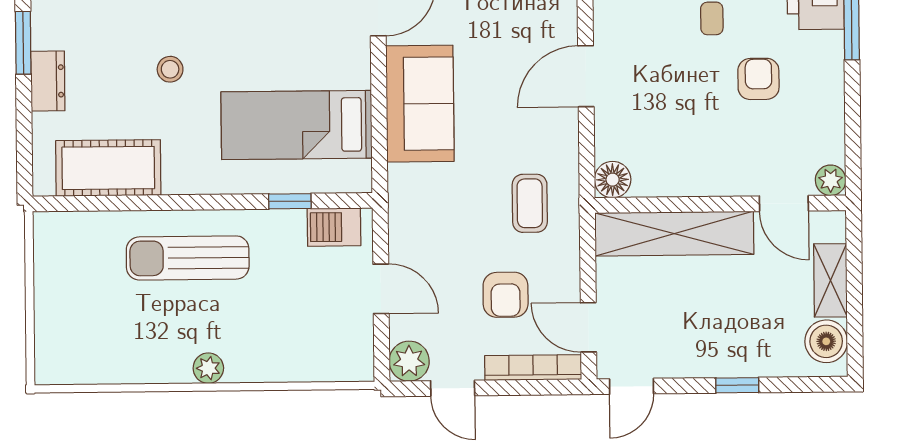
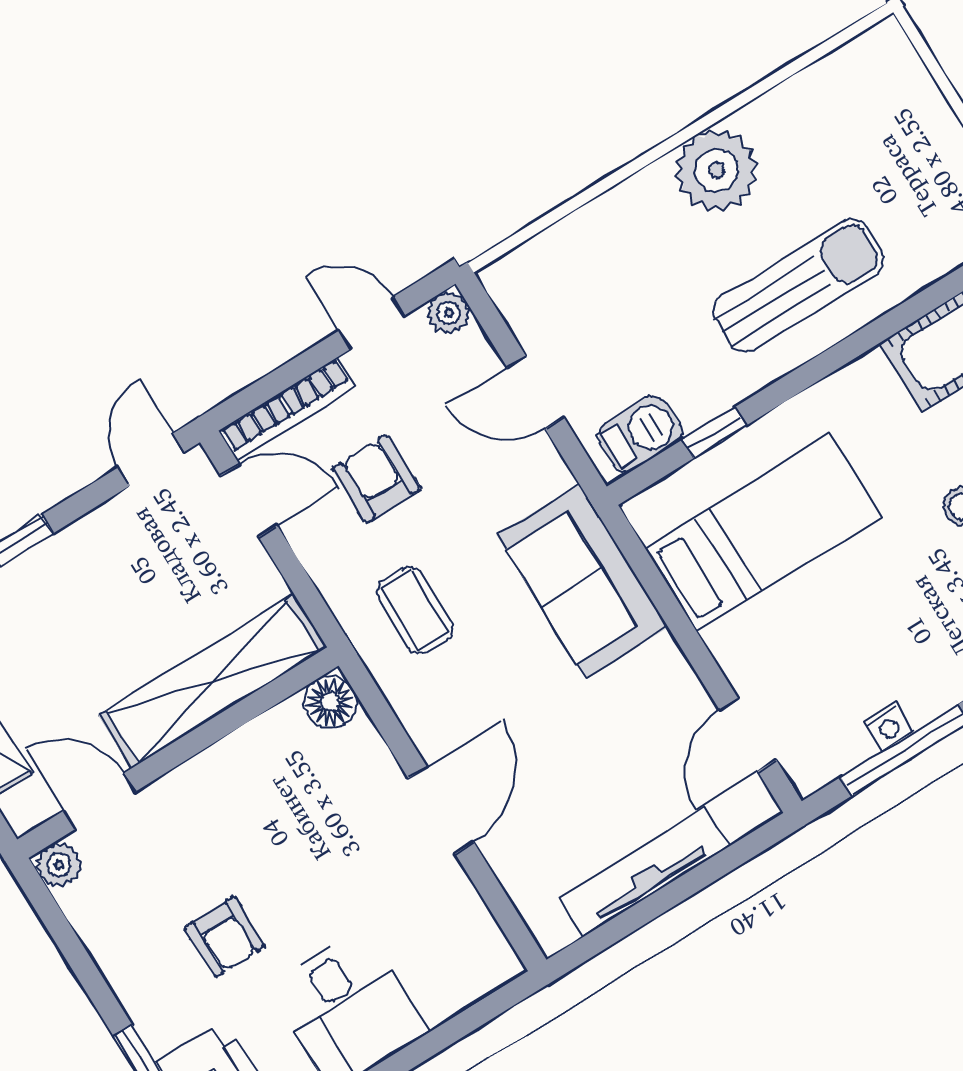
sofa: (420, 104) -> (583, 581), moved
plant: (409, 361) -> (449, 313), width x0.73, depth x0.73
plant: (208, 368) -> (717, 170), width x1.87, depth x1.87

